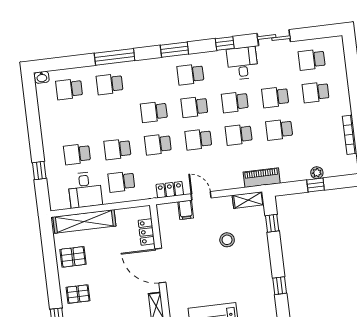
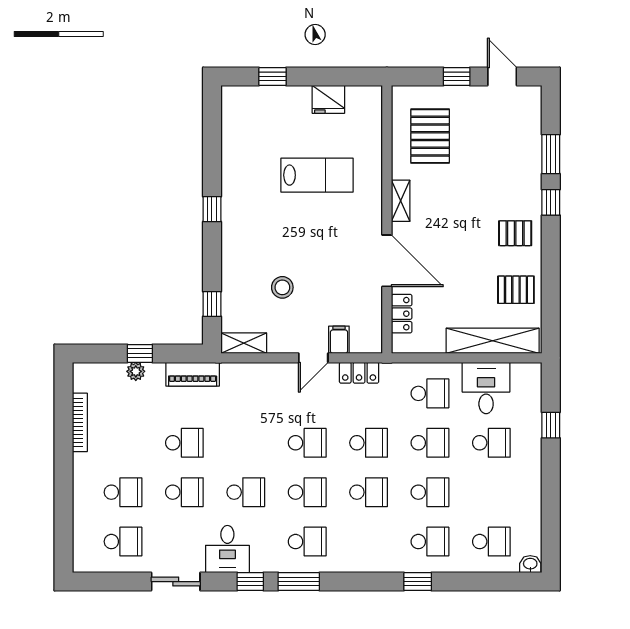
window: (174, 50) -> (299, 582), moved
window: (115, 57) -> (418, 582), width x0.46
school desk: (239, 135) -> (430, 492), moved
piano: (262, 178) -> (193, 374), moved
door: (201, 196) -> (313, 358), hinge flipped

